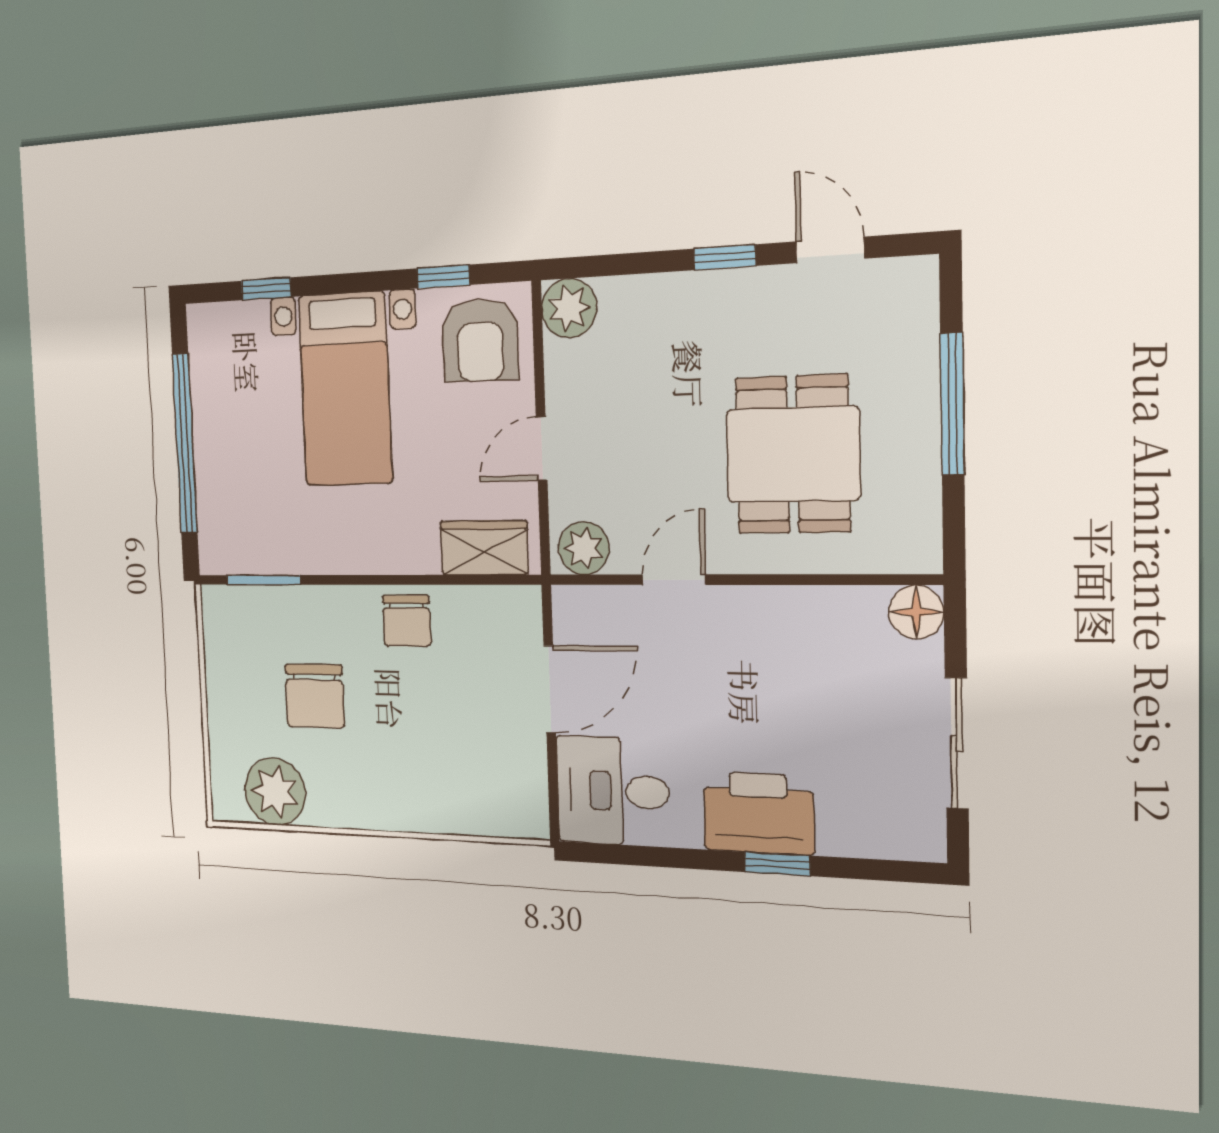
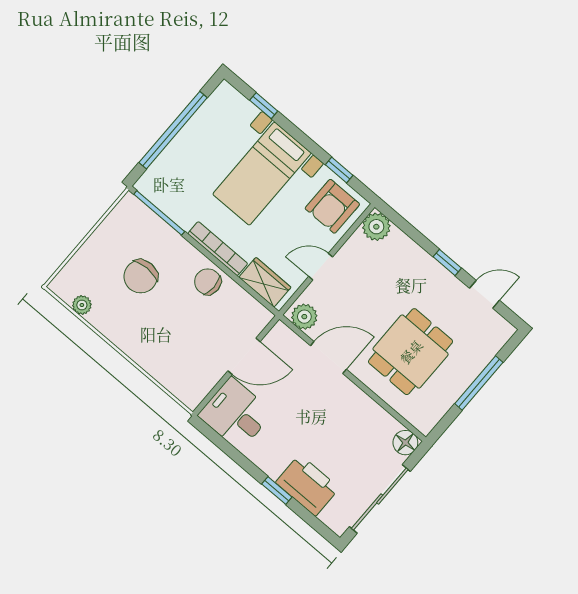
door: (830, 250) -> (485, 294), hinge flipped
bookcase: (379, 559) -> (218, 249), added
window: (263, 580) -> (159, 213), width x1.44
door: (674, 580) -> (328, 357), width x1.38
chair: (407, 621) -> (208, 282), turned 90
sliding door: (957, 743) -> (380, 499), width x1.37
plant: (275, 792) -> (82, 305), width x0.53, depth x0.53
printer: (758, 813) -> (307, 485), moved

